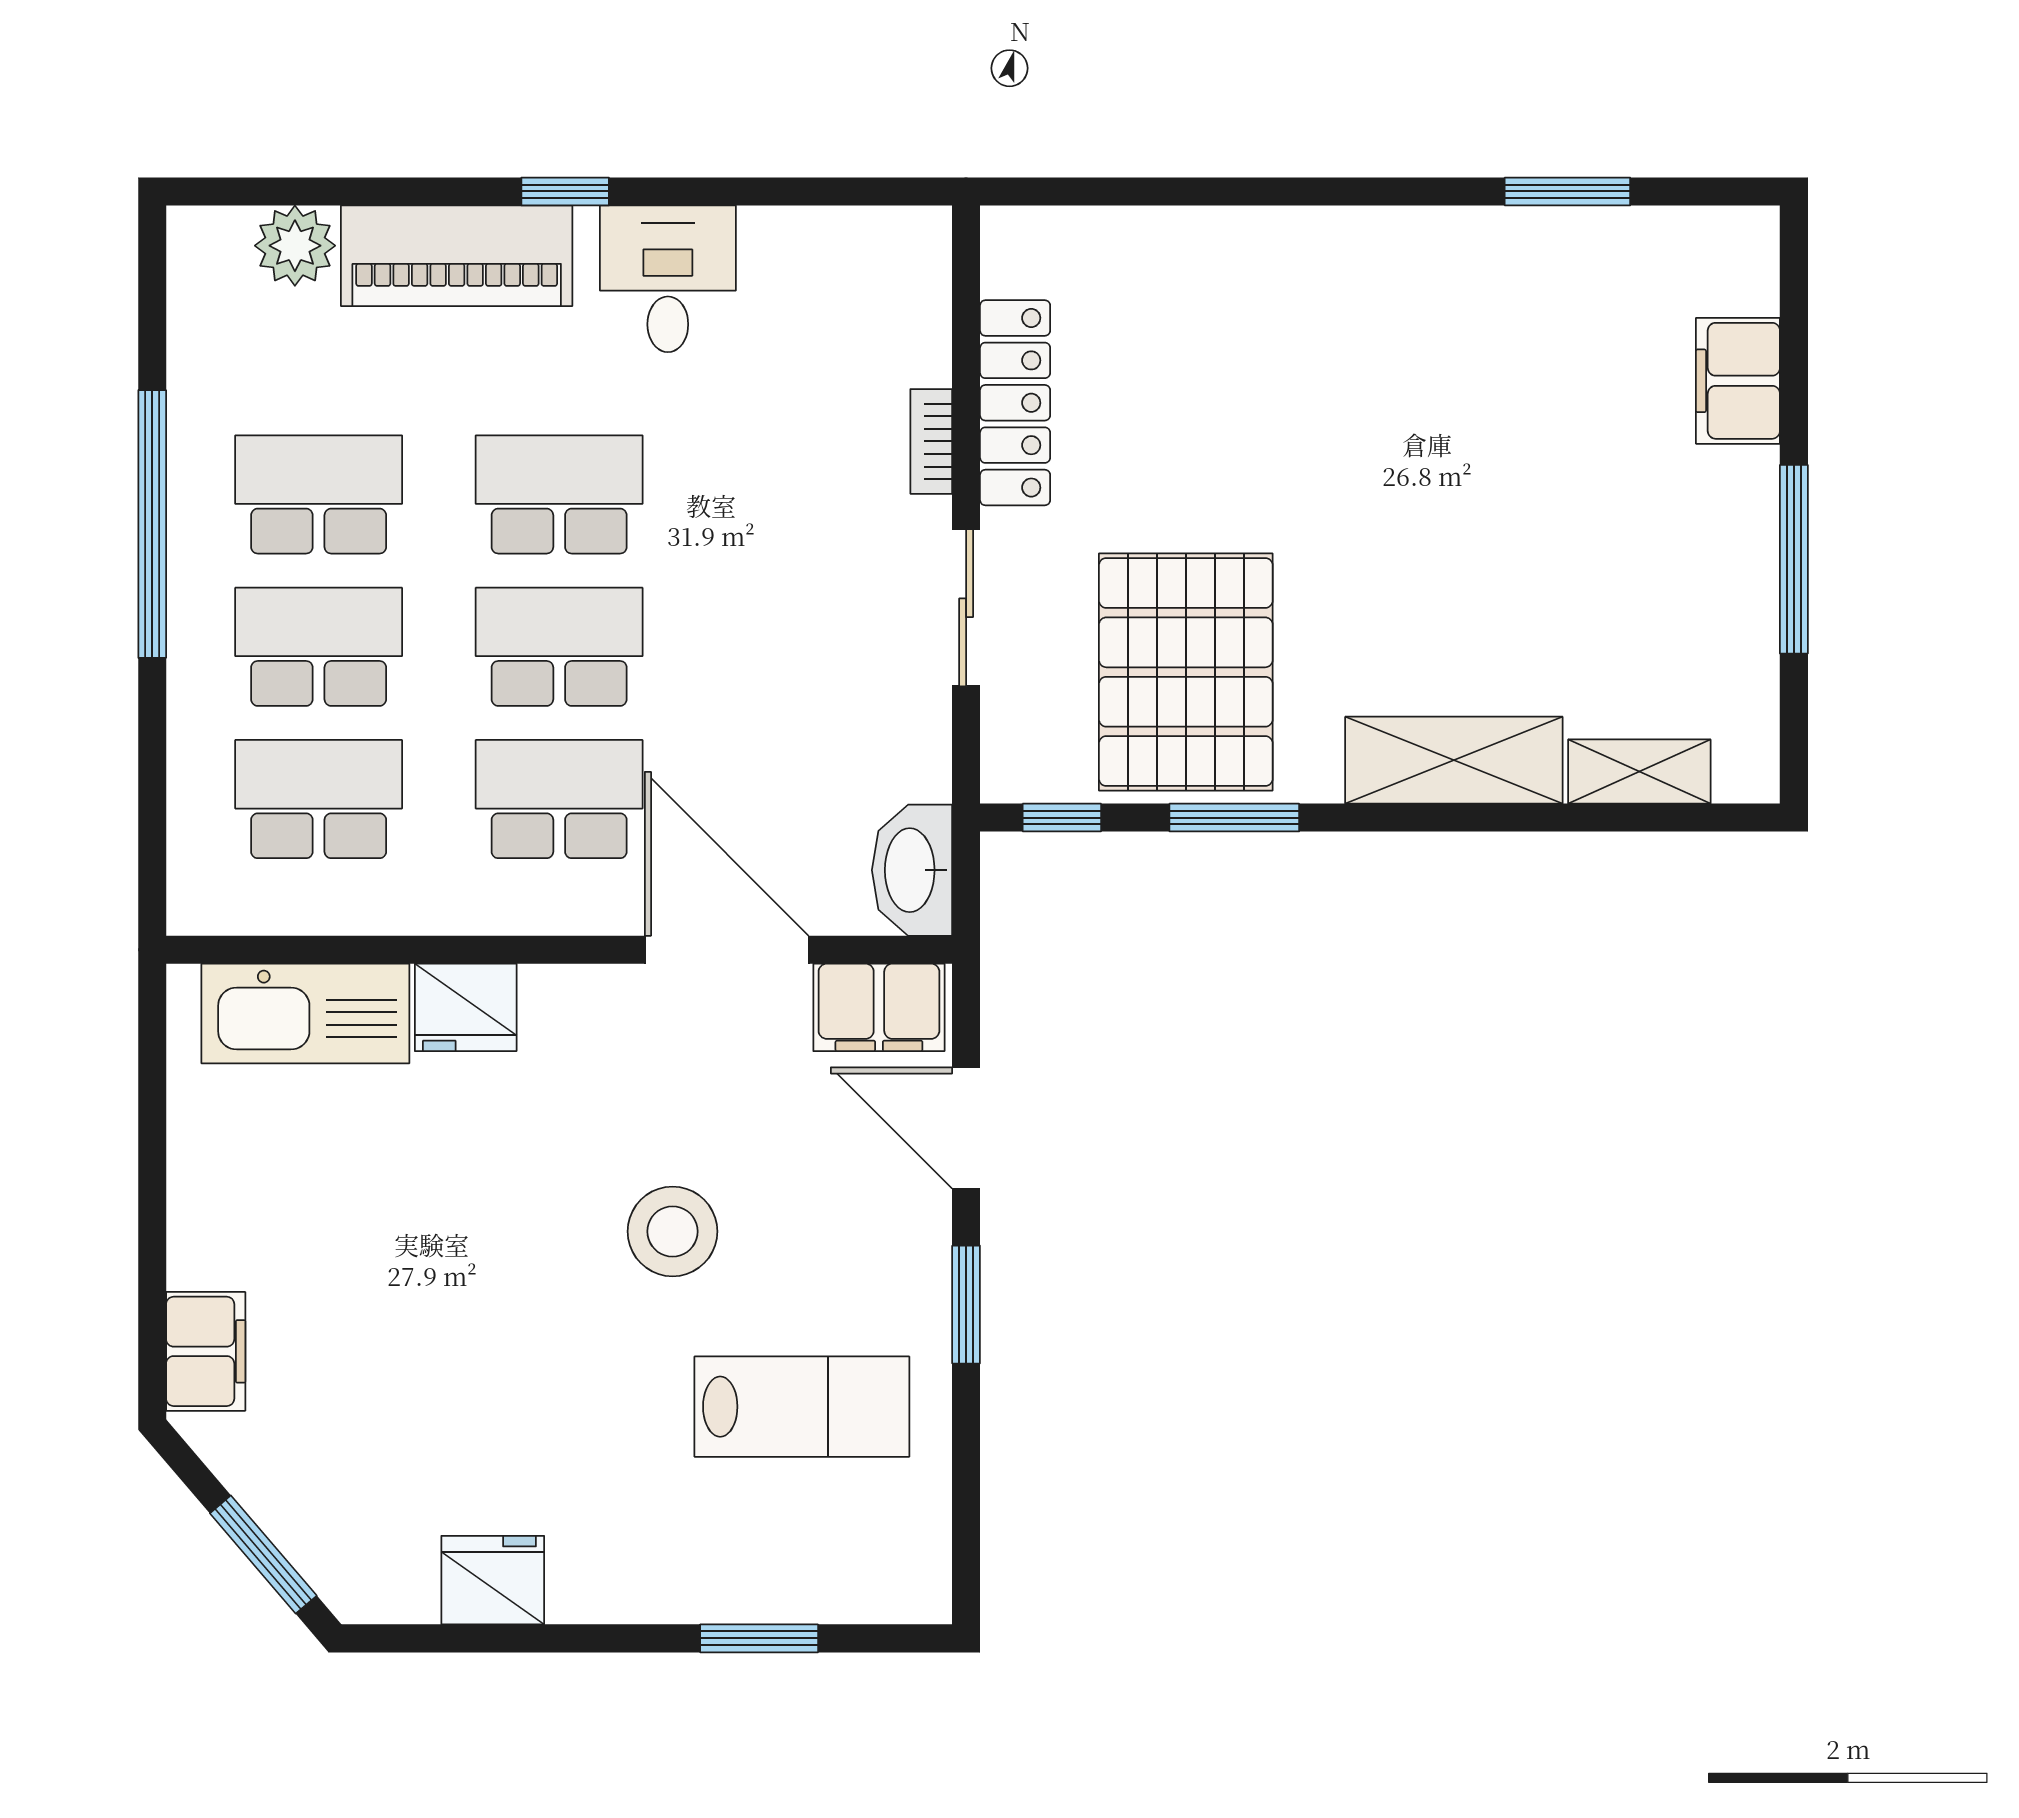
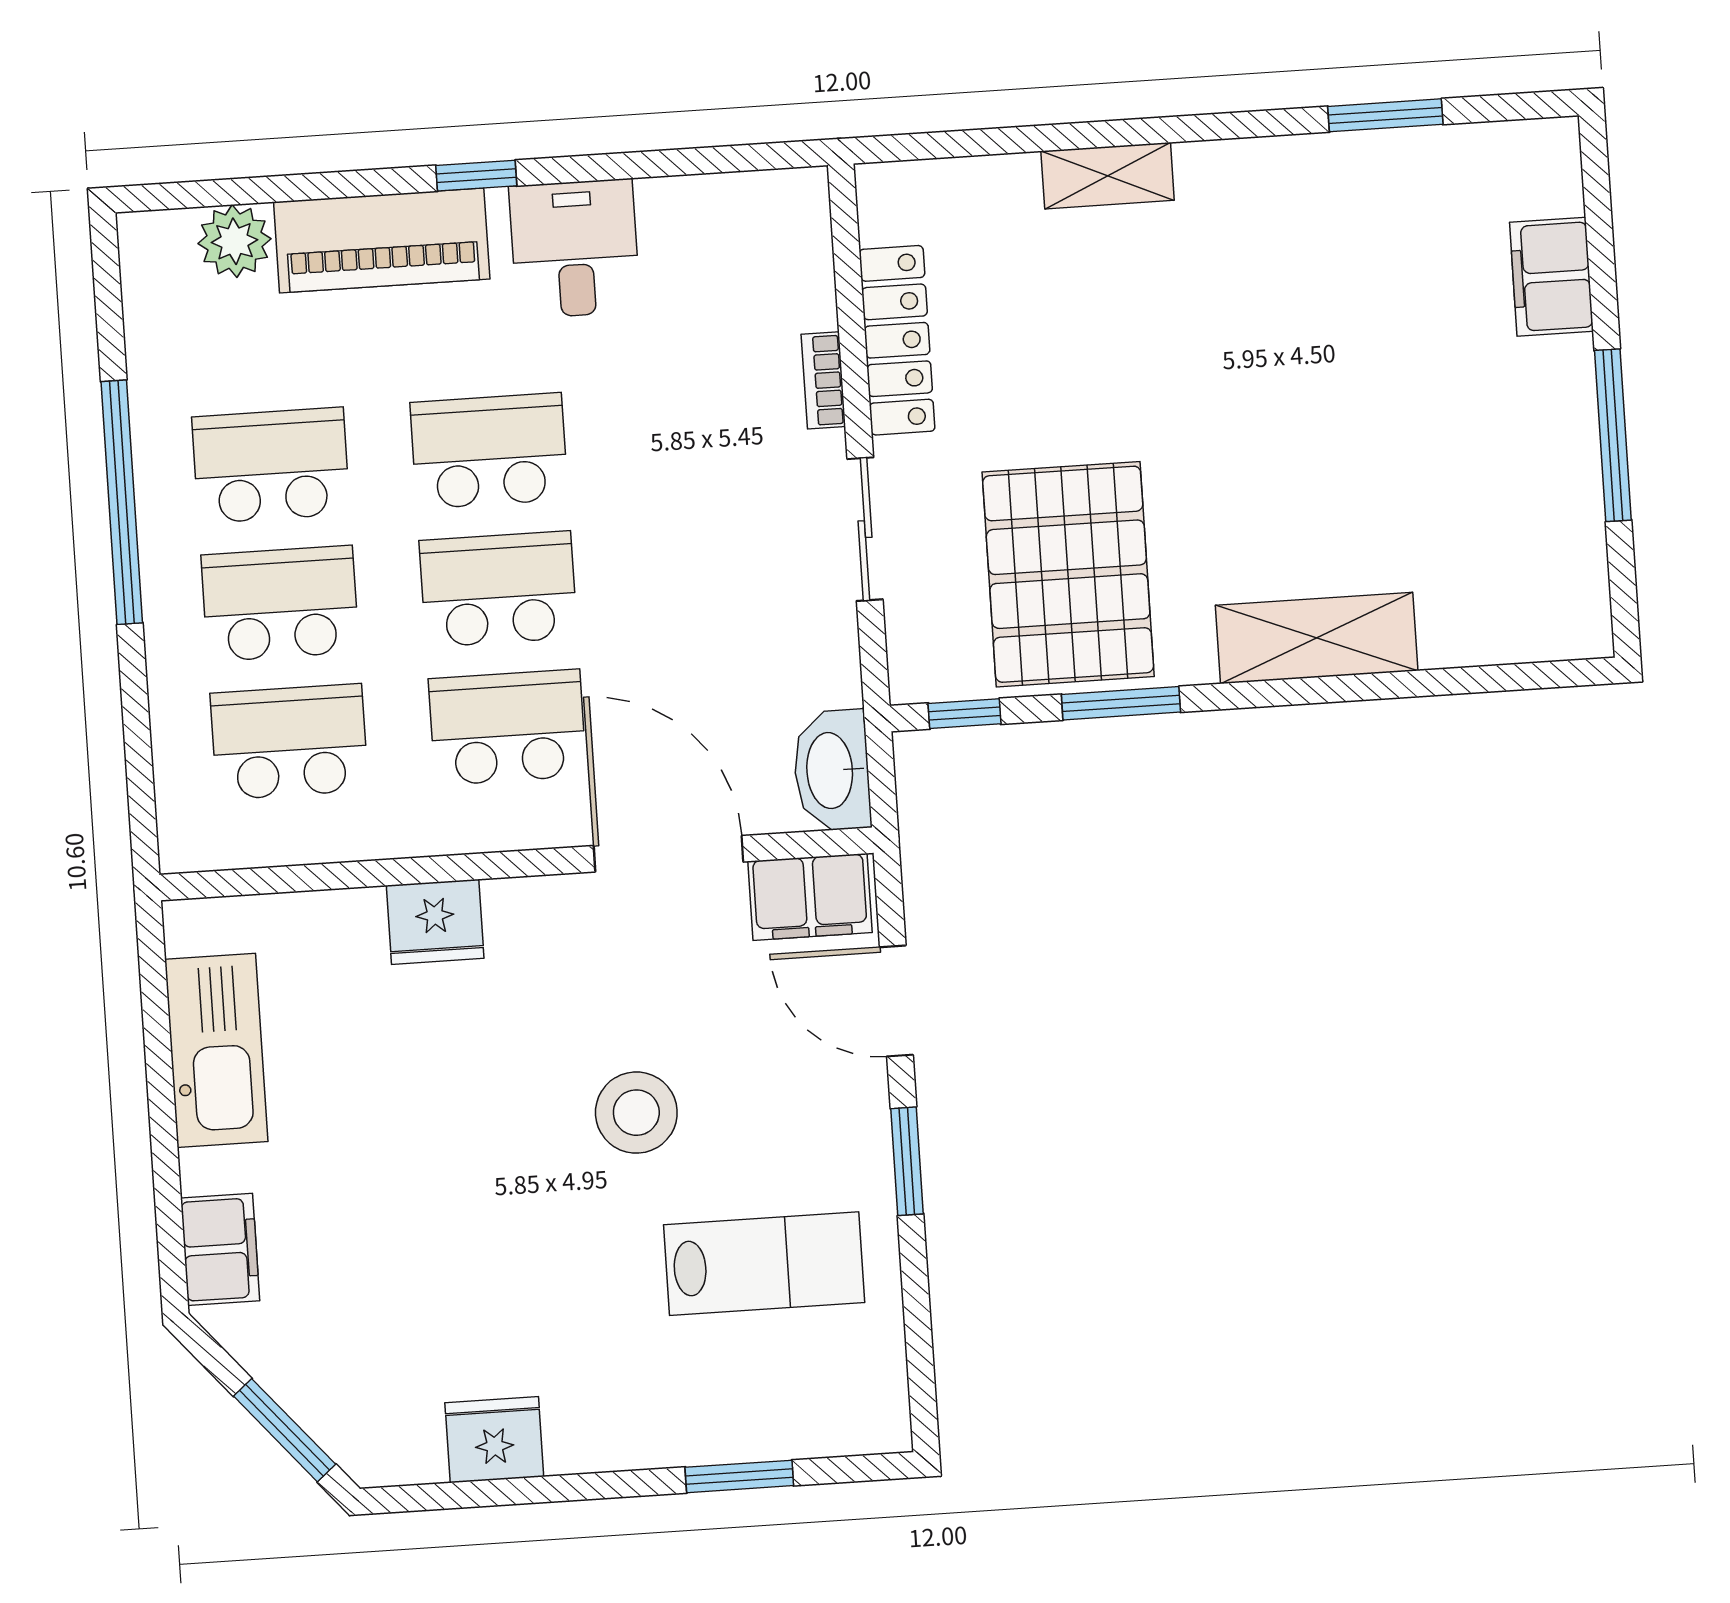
shelving: (1639, 772) -> (1108, 176), moved
kitchen sink: (305, 1014) -> (216, 1050), moved, turned -90

